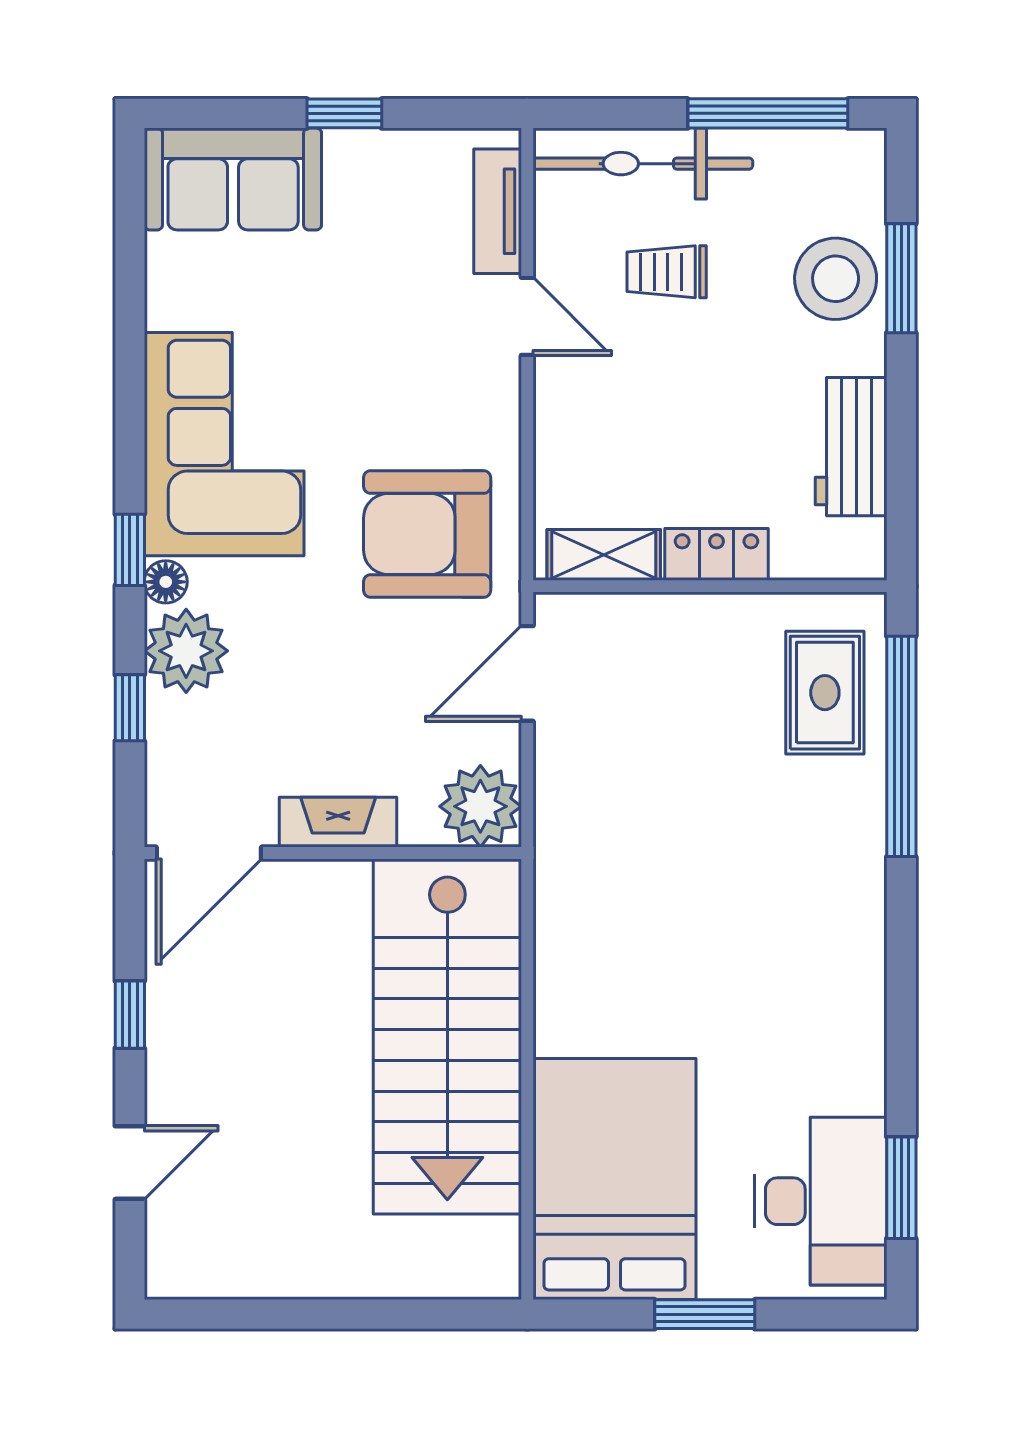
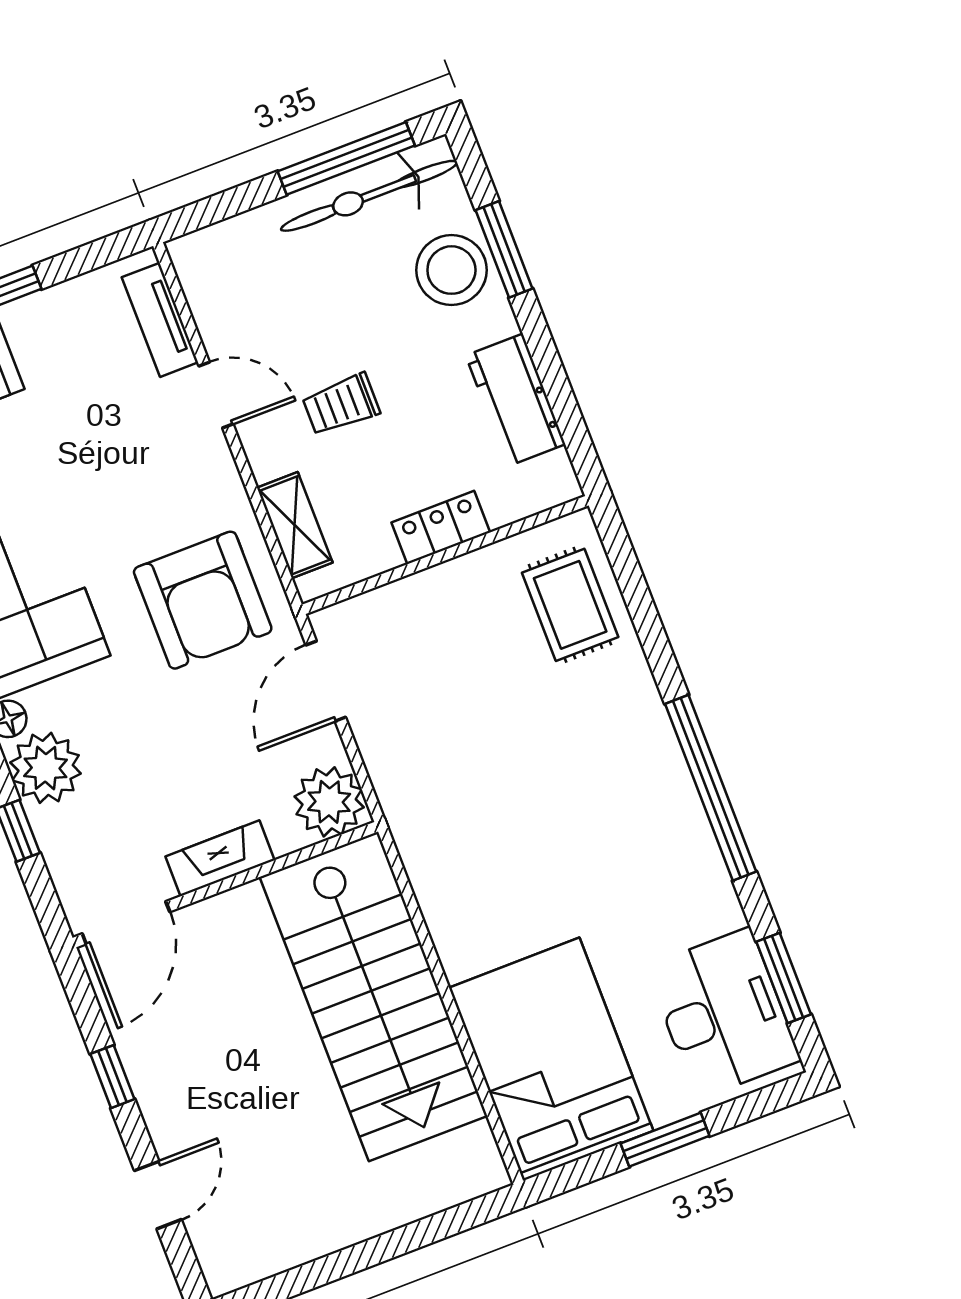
bicycle: (643, 164) -> (369, 196), moved
trolley: (667, 272) -> (341, 405), moved
armchair: (427, 534) -> (203, 600), turned -90
shelving: (604, 555) -> (295, 525), moved, turned 90
window: (901, 746) -> (711, 788), moved

